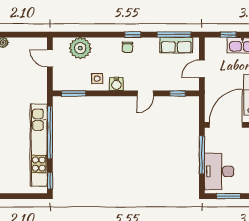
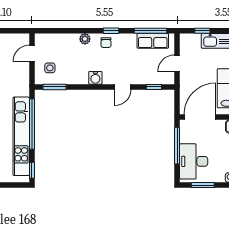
plant: (80, 48) -> (85, 39), moved, width x0.53, depth x0.53
door: (50, 58) -> (32, 53), hinge flipped
side table: (97, 79) -> (50, 68), moved

